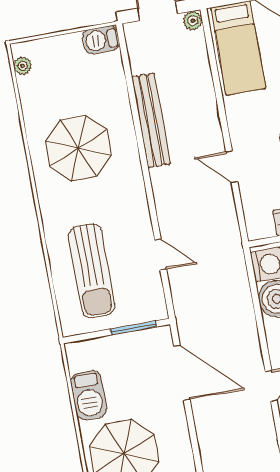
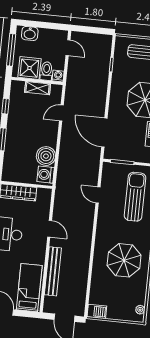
plant: (193, 21) -> (48, 308), removed
bench: (151, 120) -> (53, 271), moved

